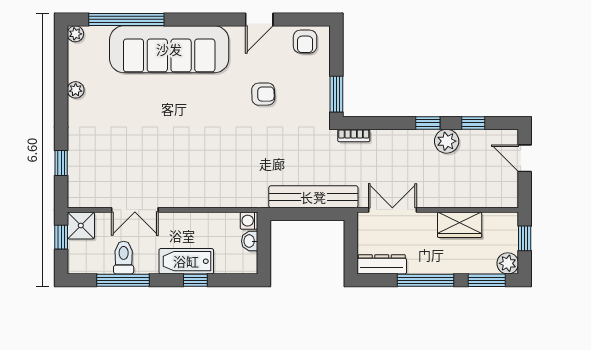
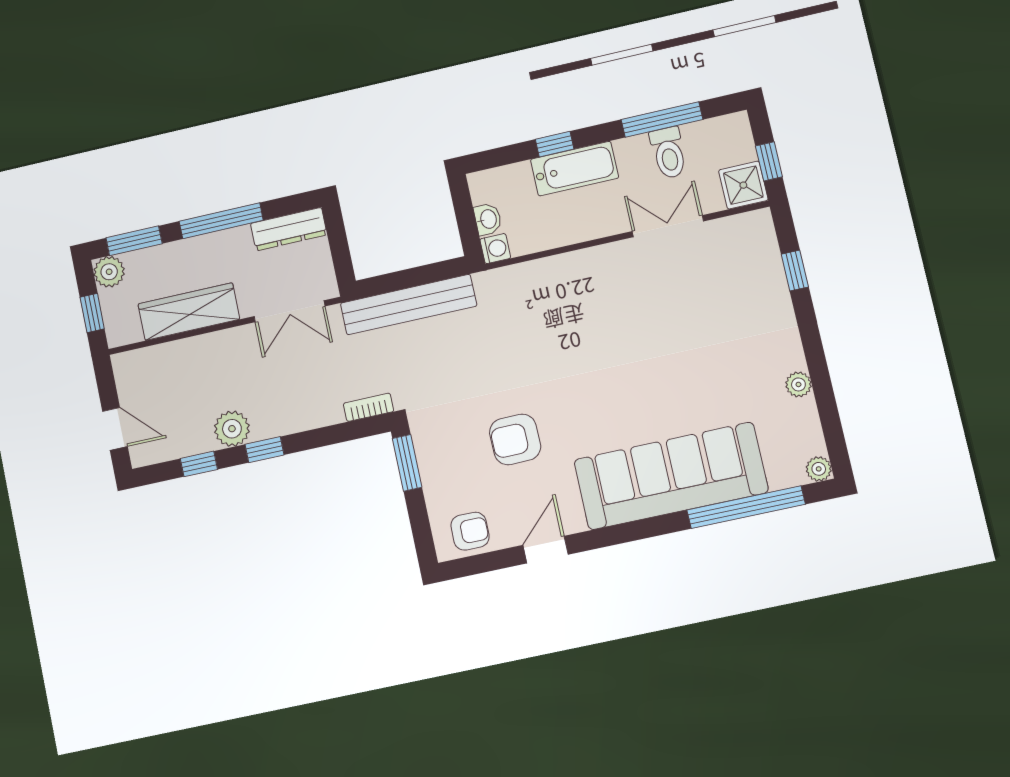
armchair: (305, 42) -> (470, 531), turned 90
armchair: (263, 94) -> (515, 439), width x1.38, depth x1.38
wardrobe: (460, 225) -> (189, 312), width x1.50

